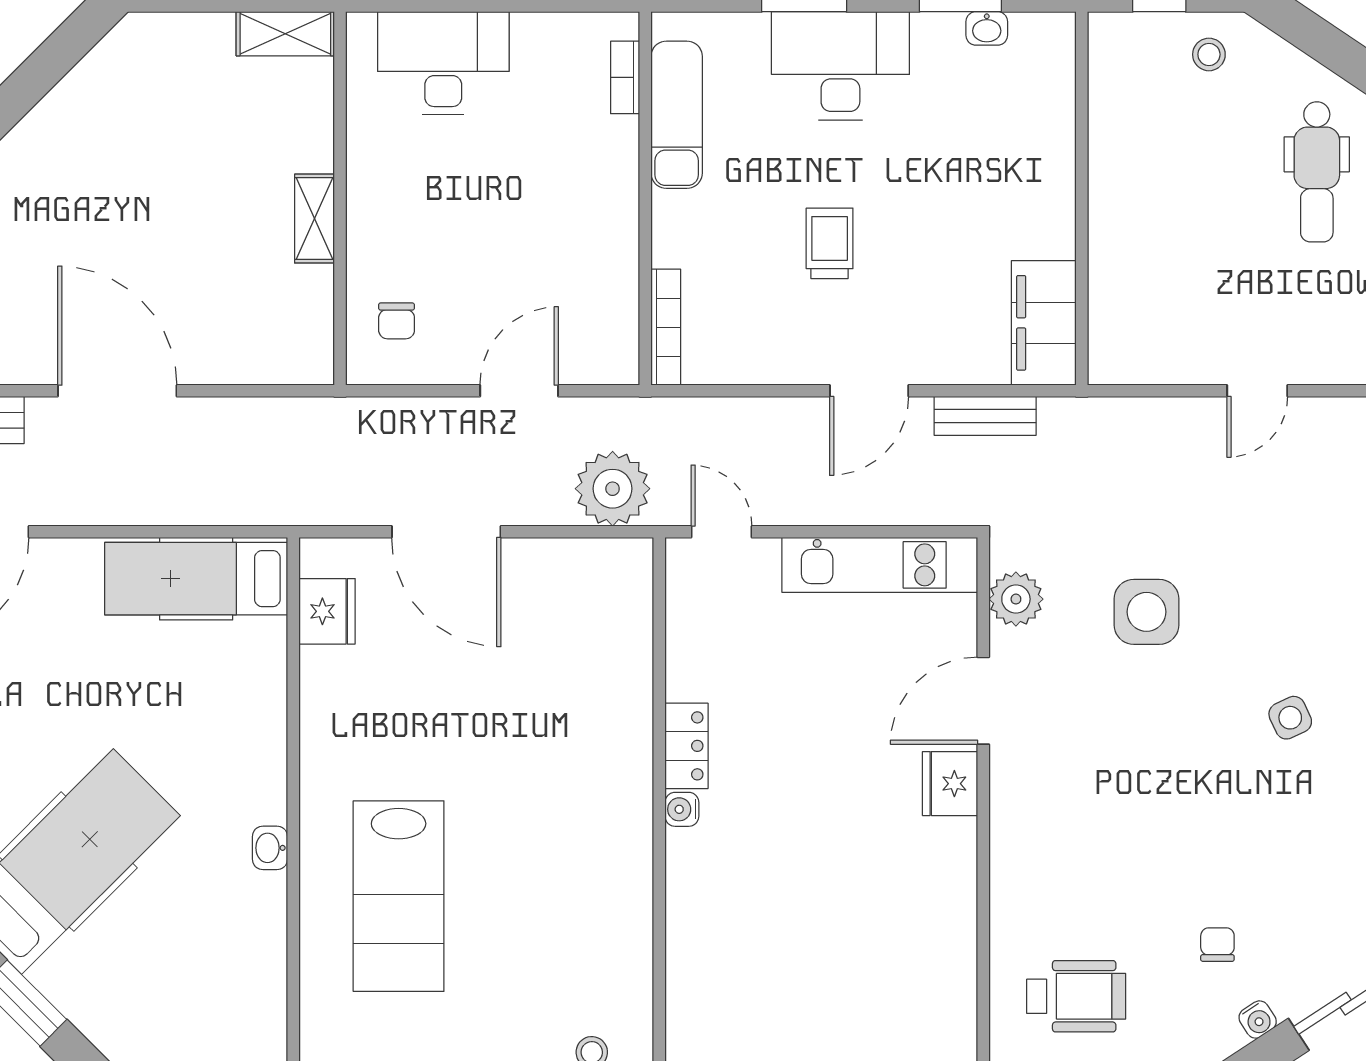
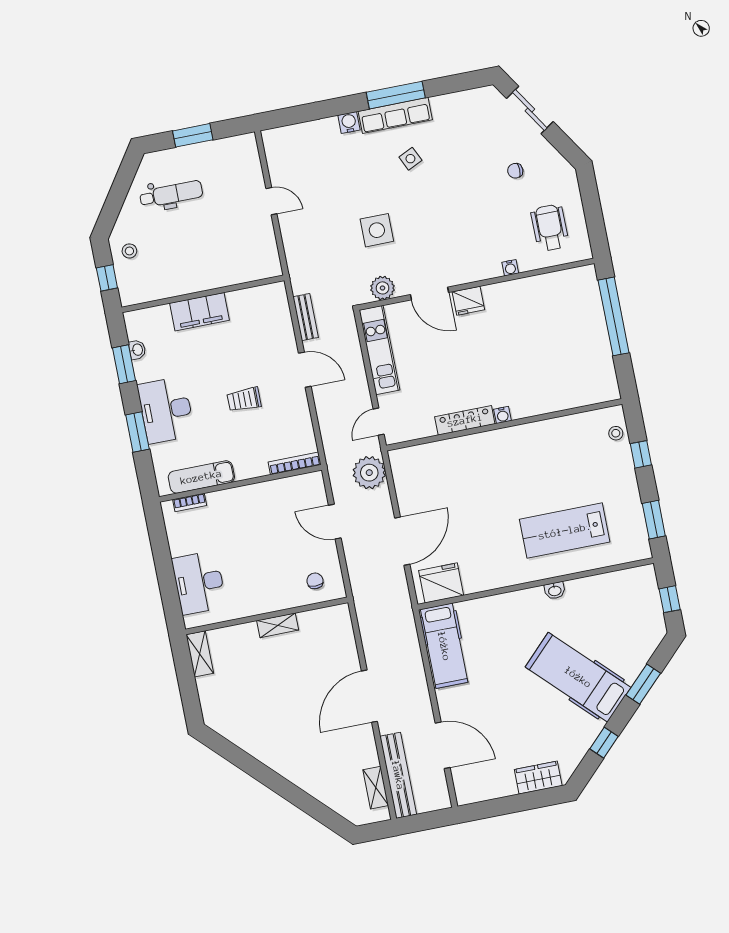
chair: (397, 321) -> (315, 581), turned -90
filing cabinet: (1044, 323) -> (199, 312), moved
fridge: (327, 611) -> (441, 583), width x1.36, depth x1.34
locker: (686, 746) -> (465, 420), width x1.53
lab bench: (399, 896) -> (565, 531), turned 180
water cooler: (1258, 1020) -> (510, 268), moved, turned 123

